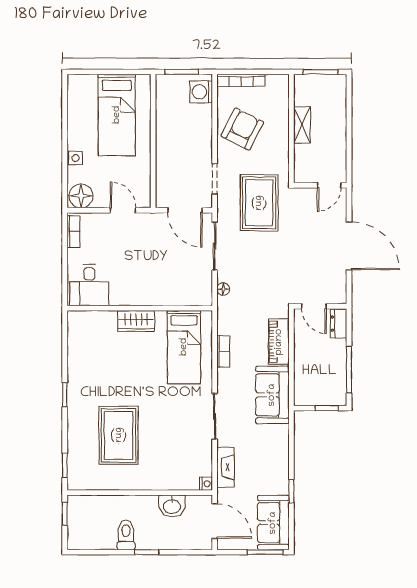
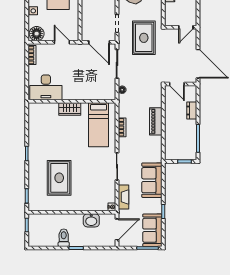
desk: (89, 285) -> (46, 87), width x1.37
door: (314, 306) -> (177, 84), moved
wall: (320, 306) -> (181, 84), moved
sofa: (272, 395) -> (152, 180), moved
door: (215, 521) -> (117, 229), hinge flipped

